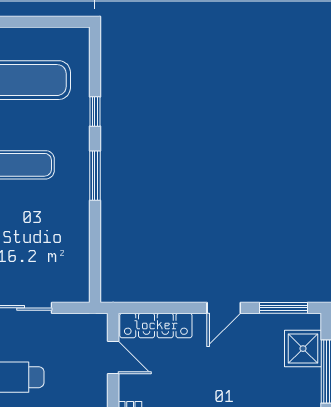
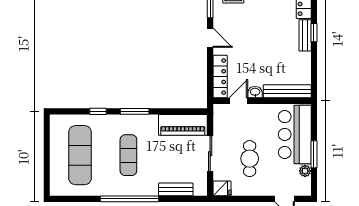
piano: (71, 260) -> (183, 125), added
washbasin: (129, 387) -> (255, 92), added

